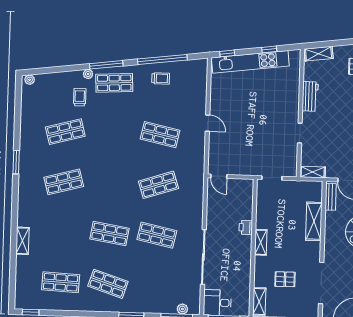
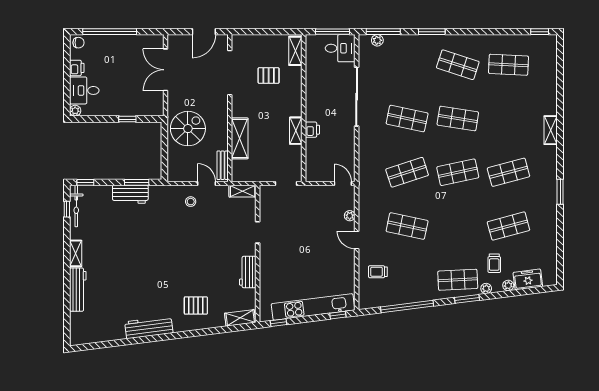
window: (269, 49) -> (278, 323), moved
window: (106, 65) -> (467, 299), width x0.69
trolley: (161, 78) -> (378, 272), moved
plant: (30, 80) -> (508, 286), moved
freezer: (49, 81) -> (528, 279), added
plant: (213, 146) -> (350, 216), added
shop shelf: (111, 183) -> (458, 172), added
shelving: (22, 241) -> (551, 130), moved
shelving: (261, 242) -> (296, 131), moved

